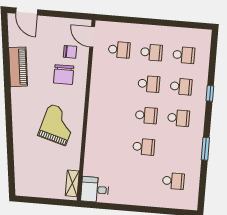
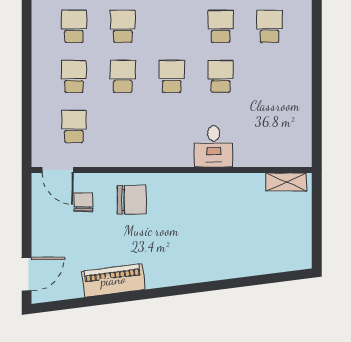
door: (92, 37) -> (58, 170), hinge flipped
chair: (64, 75) -> (132, 200), moved
school desk: (179, 118) -> (221, 26), moved
grand piano: (58, 125) -> (197, 212), removed
desk: (95, 190) -> (214, 146), moved

